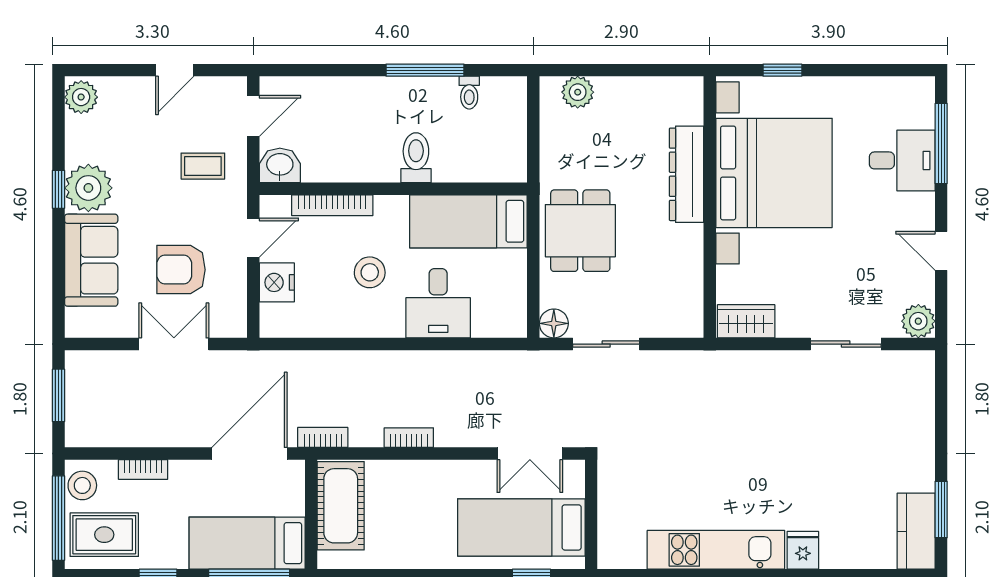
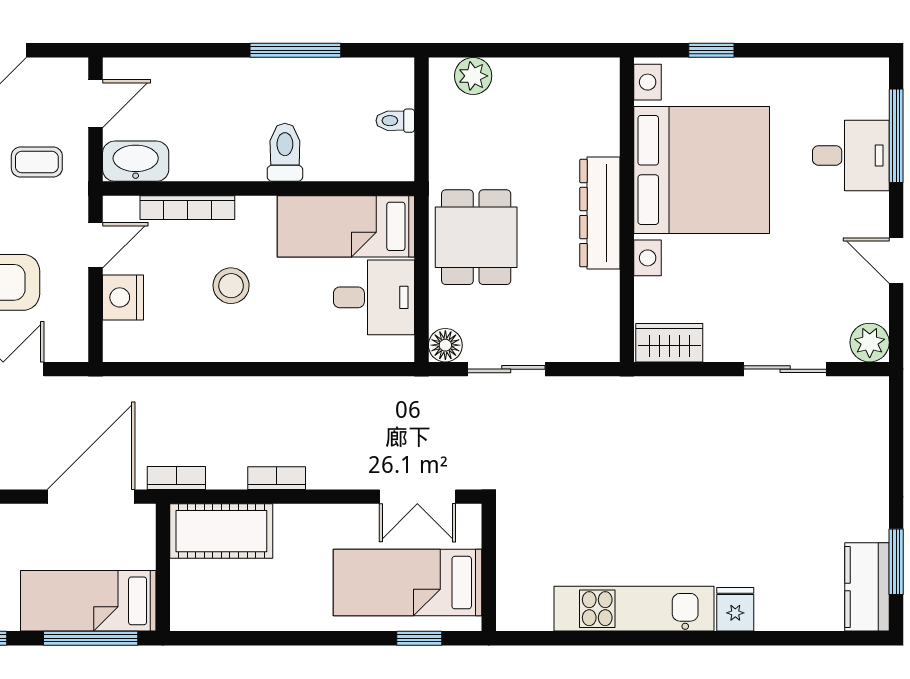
toilet: (469, 93) -> (395, 121), moved, turned 90
washbasin: (280, 165) -> (136, 161), width x1.38
dresser: (687, 174) -> (600, 213), moved
desk: (438, 303) -> (374, 297), moved, turned -90
cot: (341, 506) -> (221, 531), moved, turned 90

